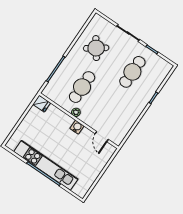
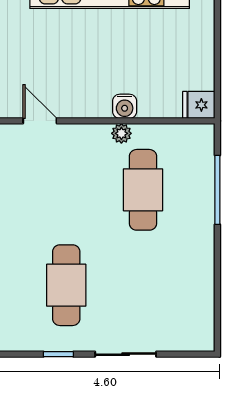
round table: (96, 48) -> (167, 283), removed
water cooler: (77, 127) -> (125, 106), moved

